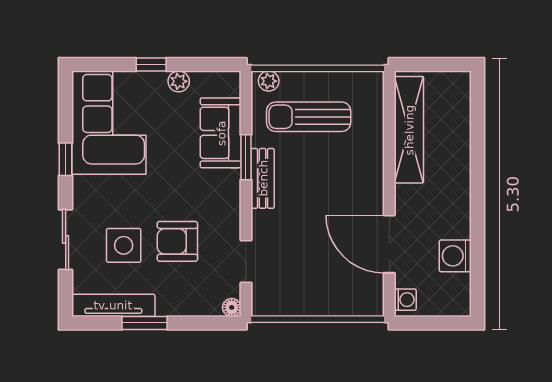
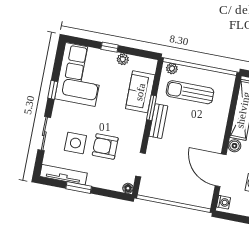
boiler: (405, 196) -> (235, 146), added

